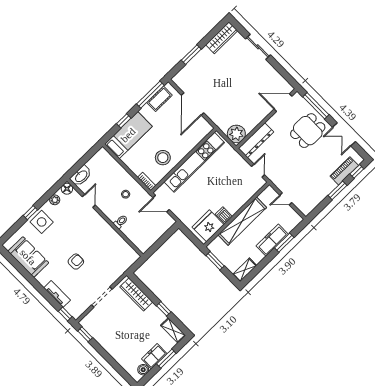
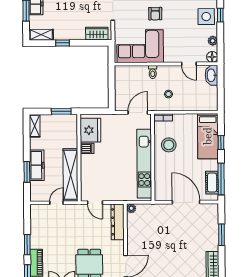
plant: (236, 134) -> (131, 208), width x0.53, depth x0.53
shelving: (242, 221) -> (71, 175), moved
corner sofa: (111, 249) -> (140, 46), added
wardrobe: (136, 294) -> (97, 33), width x0.67

